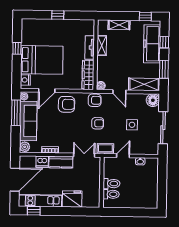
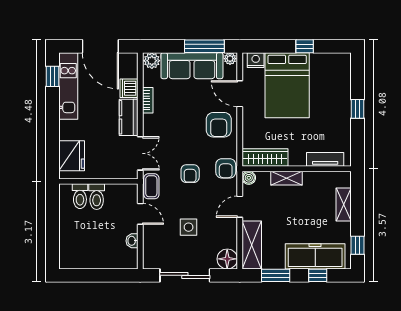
shelving: (102, 46) -> (286, 178), moved
tv unit: (90, 48) -> (325, 159), moved
fridge: (72, 199) -> (72, 156), moved

